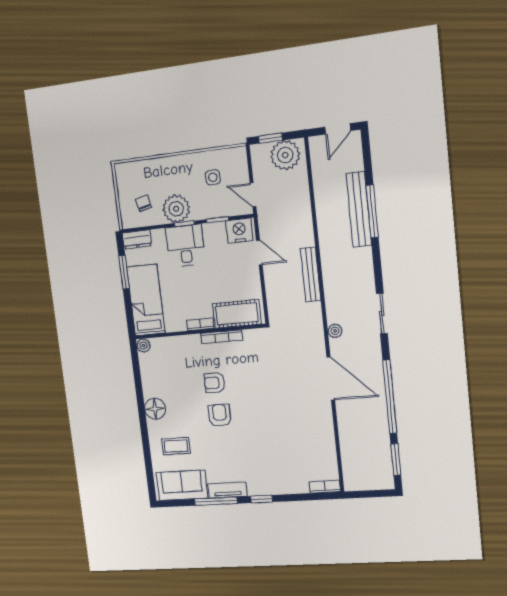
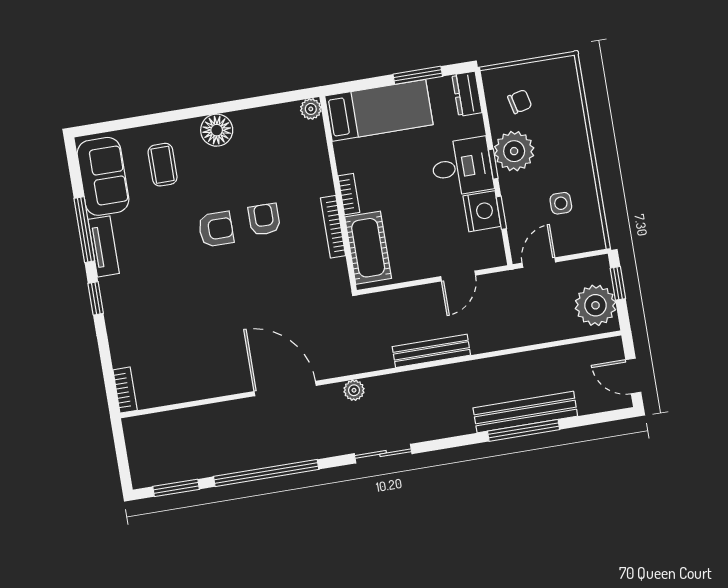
nightstand: (239, 231) -> (482, 211), moved
door: (331, 378) -> (285, 388), swing flipped

